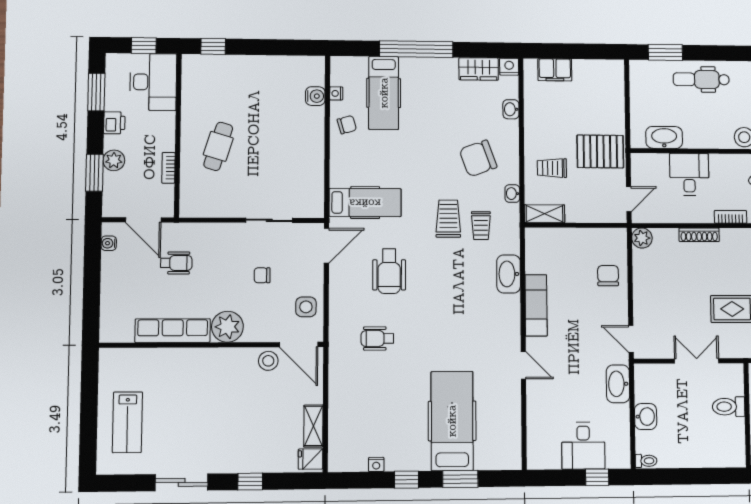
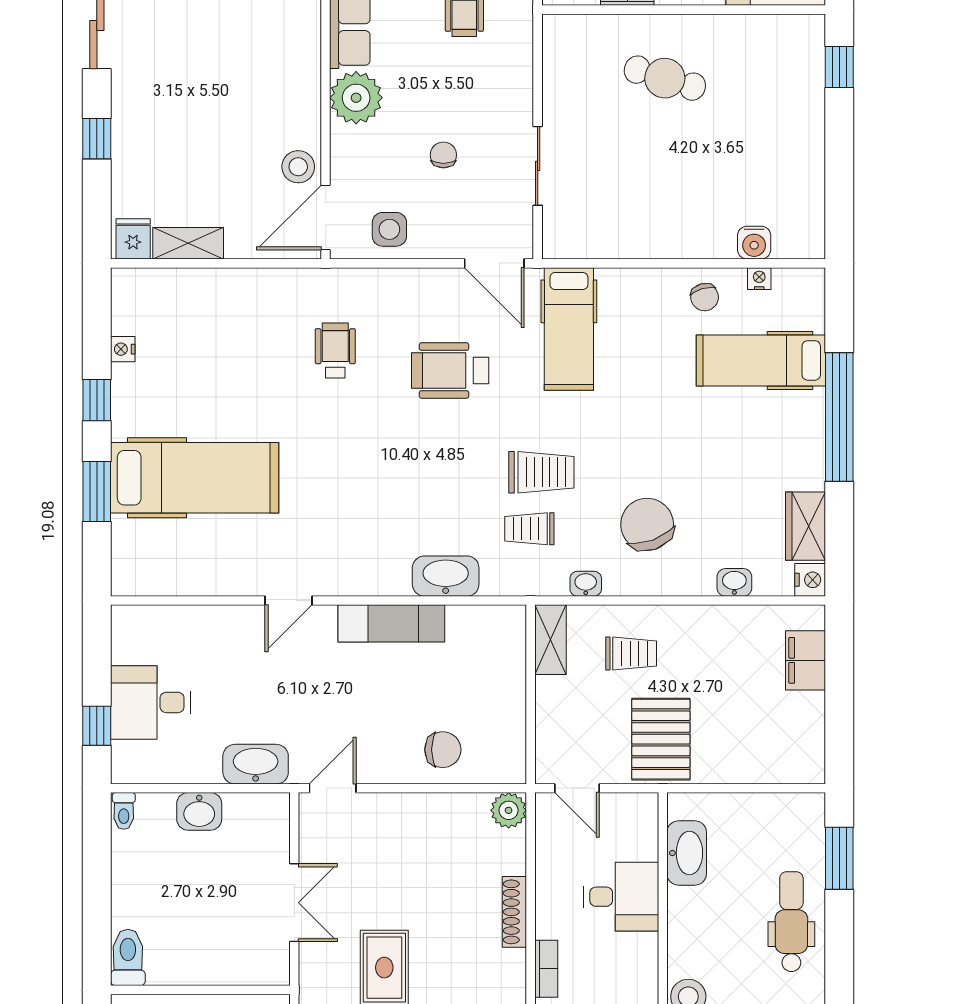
trolley: (552, 168) -> (631, 653), turned 90
toilet: (729, 407) -> (128, 957), moved

